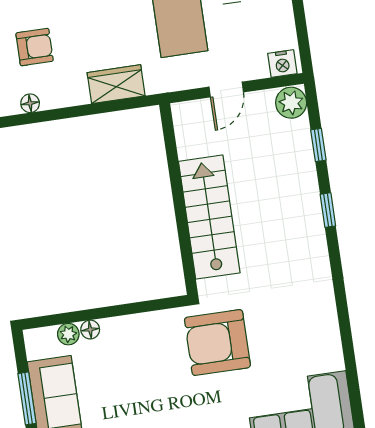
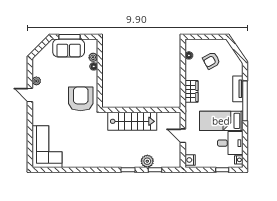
armchair: (35, 47) -> (211, 61), turned 61
plant: (291, 103) -> (147, 161), moved
armchair: (217, 343) -> (81, 99), moved

